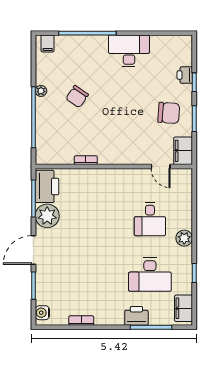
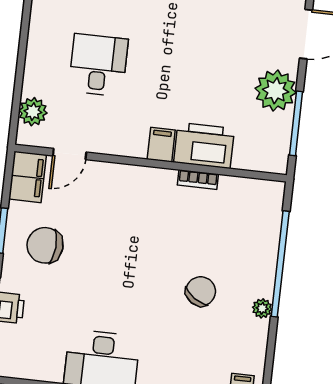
door: (161, 167) -> (70, 154), swing flipped
filing cabinet: (109, 178) -> (161, 145), added
printer: (47, 186) -> (204, 145), moved, turned 90
plant: (184, 238) -> (33, 112), moved

